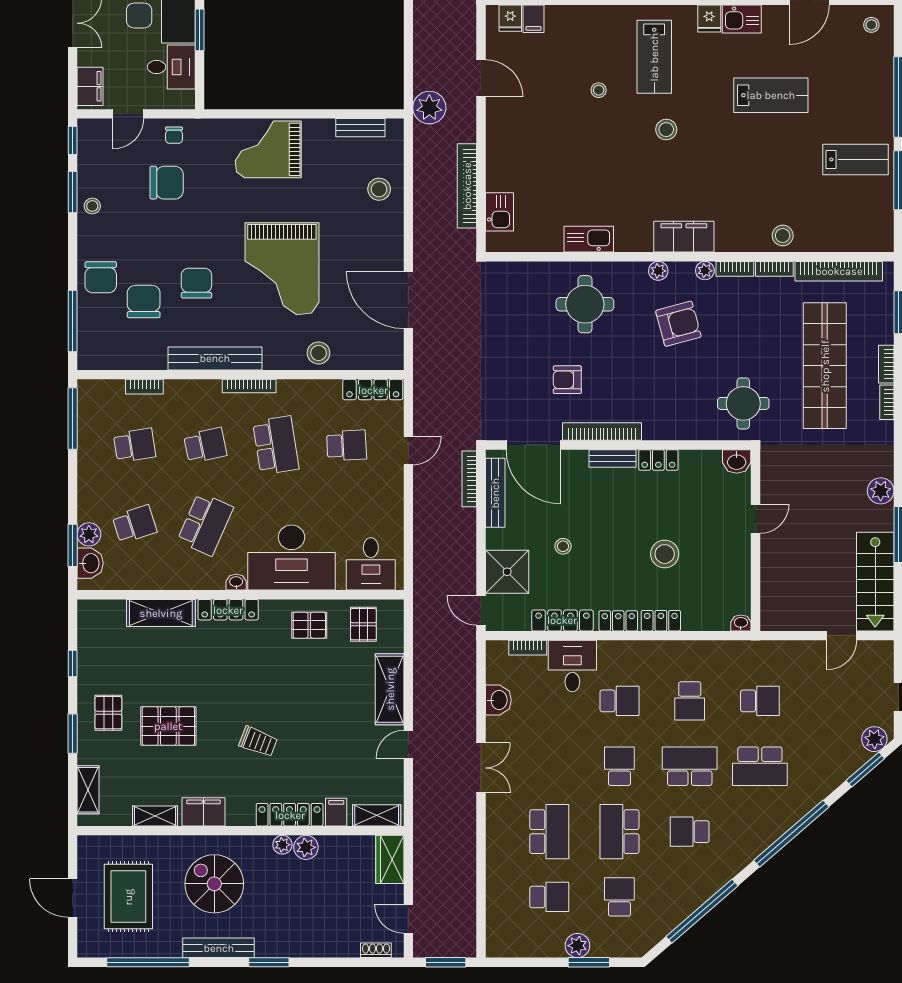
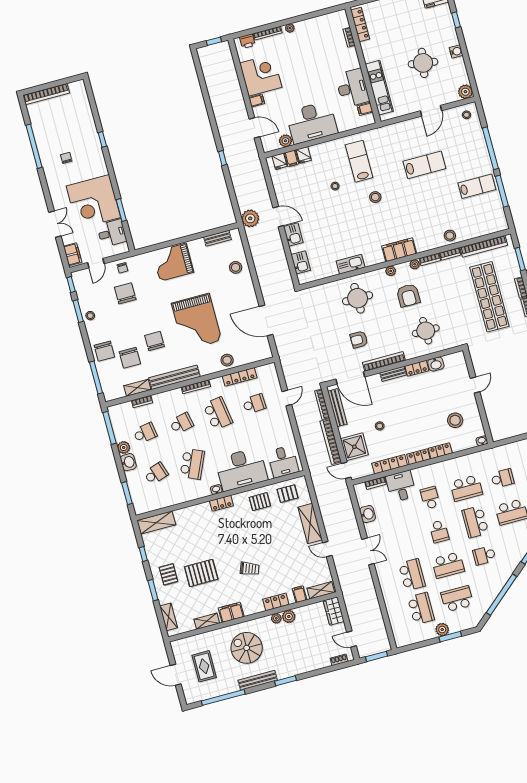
fridge: (709, 18) -> (304, 155), moved
kitchen sink: (742, 19) -> (293, 235), moved, turned -90
lab bench: (654, 57) -> (359, 161), turned 180
door: (481, 78) -> (278, 217), moved
chair: (167, 183) -> (125, 293), turned -90
bookcase: (467, 186) -> (331, 442), moved
chair: (144, 301) -> (130, 358), turned 180
armchair: (678, 324) -> (408, 295), turned 105
shelving: (143, 360) -> (137, 388), added
locker: (373, 390) -> (240, 377), moved
round table: (743, 403) -> (426, 331), moved
washbasin: (737, 461) -> (436, 364), moved
plant: (89, 534) -> (124, 447), moved
stool: (665, 554) -> (455, 420), moved
washbasin: (90, 563) -> (128, 462), moved
locker: (228, 610) -> (221, 503), width x0.66
shelving: (161, 613) -> (156, 523), moved
pallet: (363, 624) -> (288, 494), turned 90
school desk: (619, 701) -> (430, 498), turned -90
school desk: (690, 701) -> (466, 488), width x1.85
door: (408, 744) -> (327, 549), hinge flipped
school desk: (619, 766) -> (439, 531), turned 180
school desk: (690, 766) -> (475, 522), turned -90
locker: (290, 815) -> (276, 602), width x0.66
school desk: (619, 832) -> (448, 565), turned -90
rug: (128, 897) -> (204, 666), width x0.73, depth x0.70
school desk: (549, 897) -> (421, 608), width x1.85
school desk: (619, 897) -> (457, 599), width x1.85

